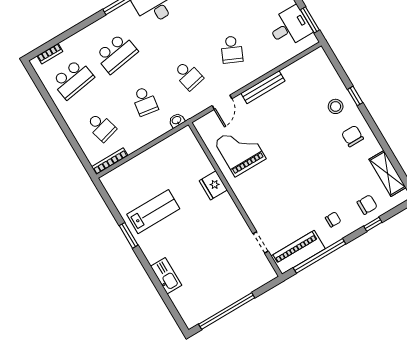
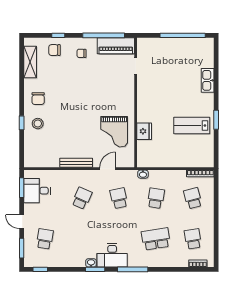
school desk: (73, 79) -> (193, 239), width x0.54
fridge: (213, 185) -> (144, 131), moved

